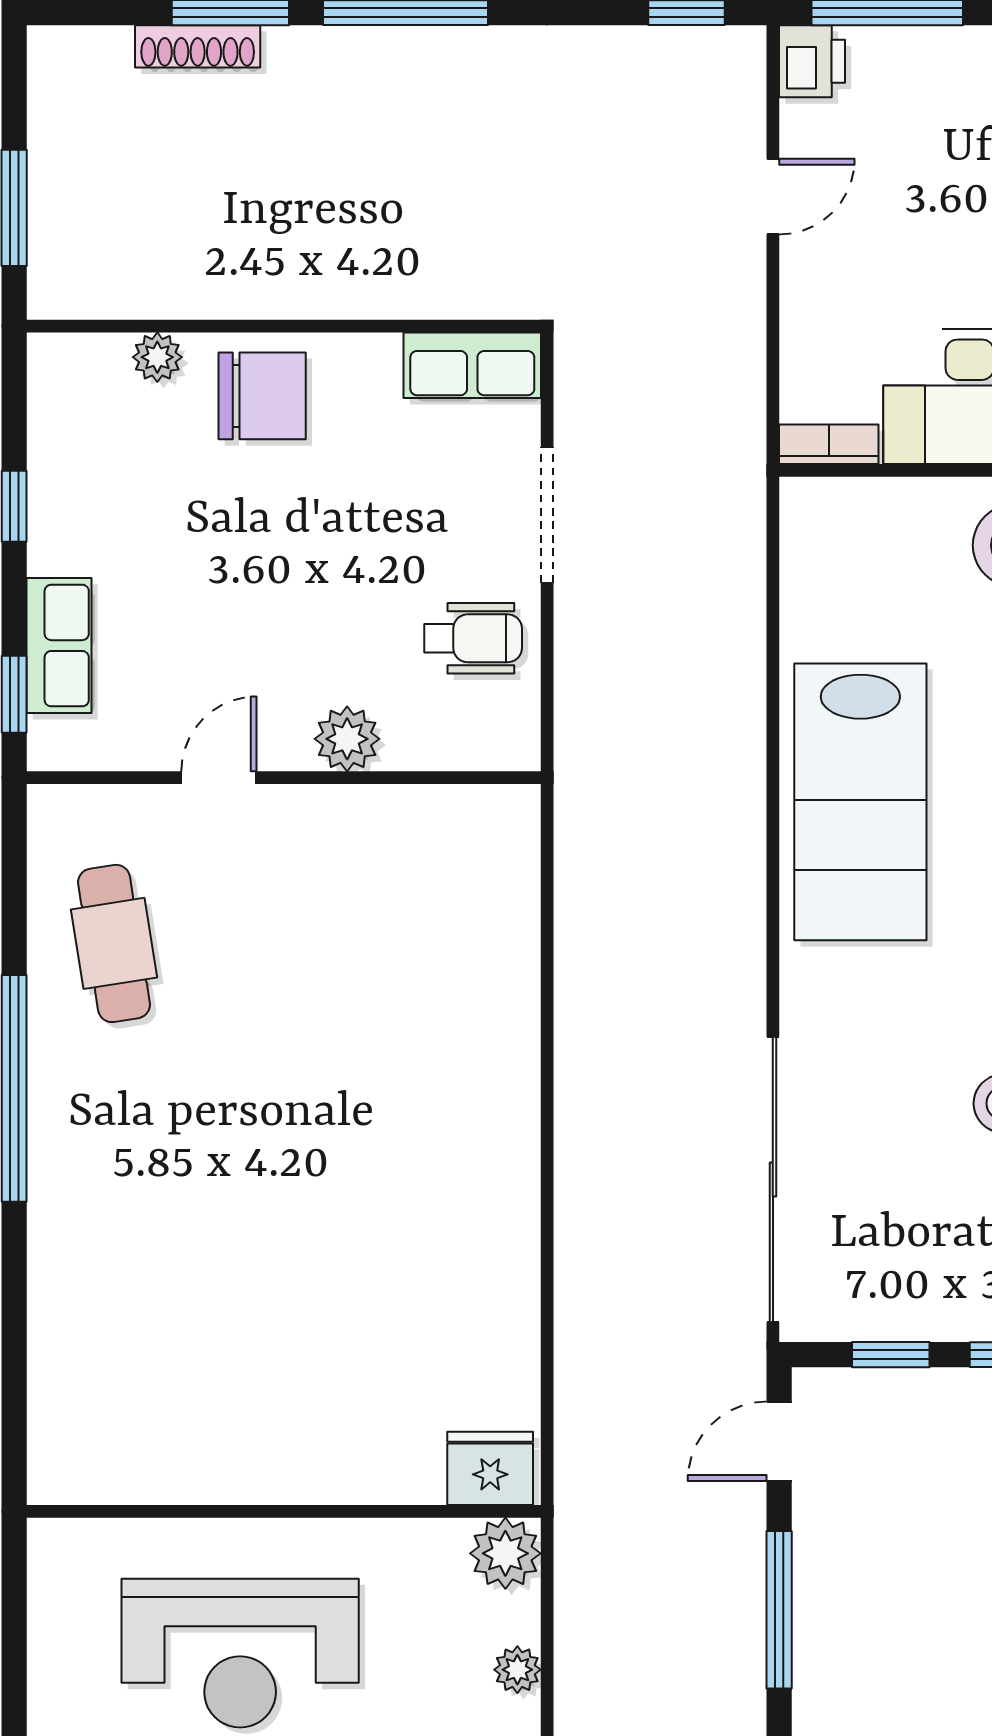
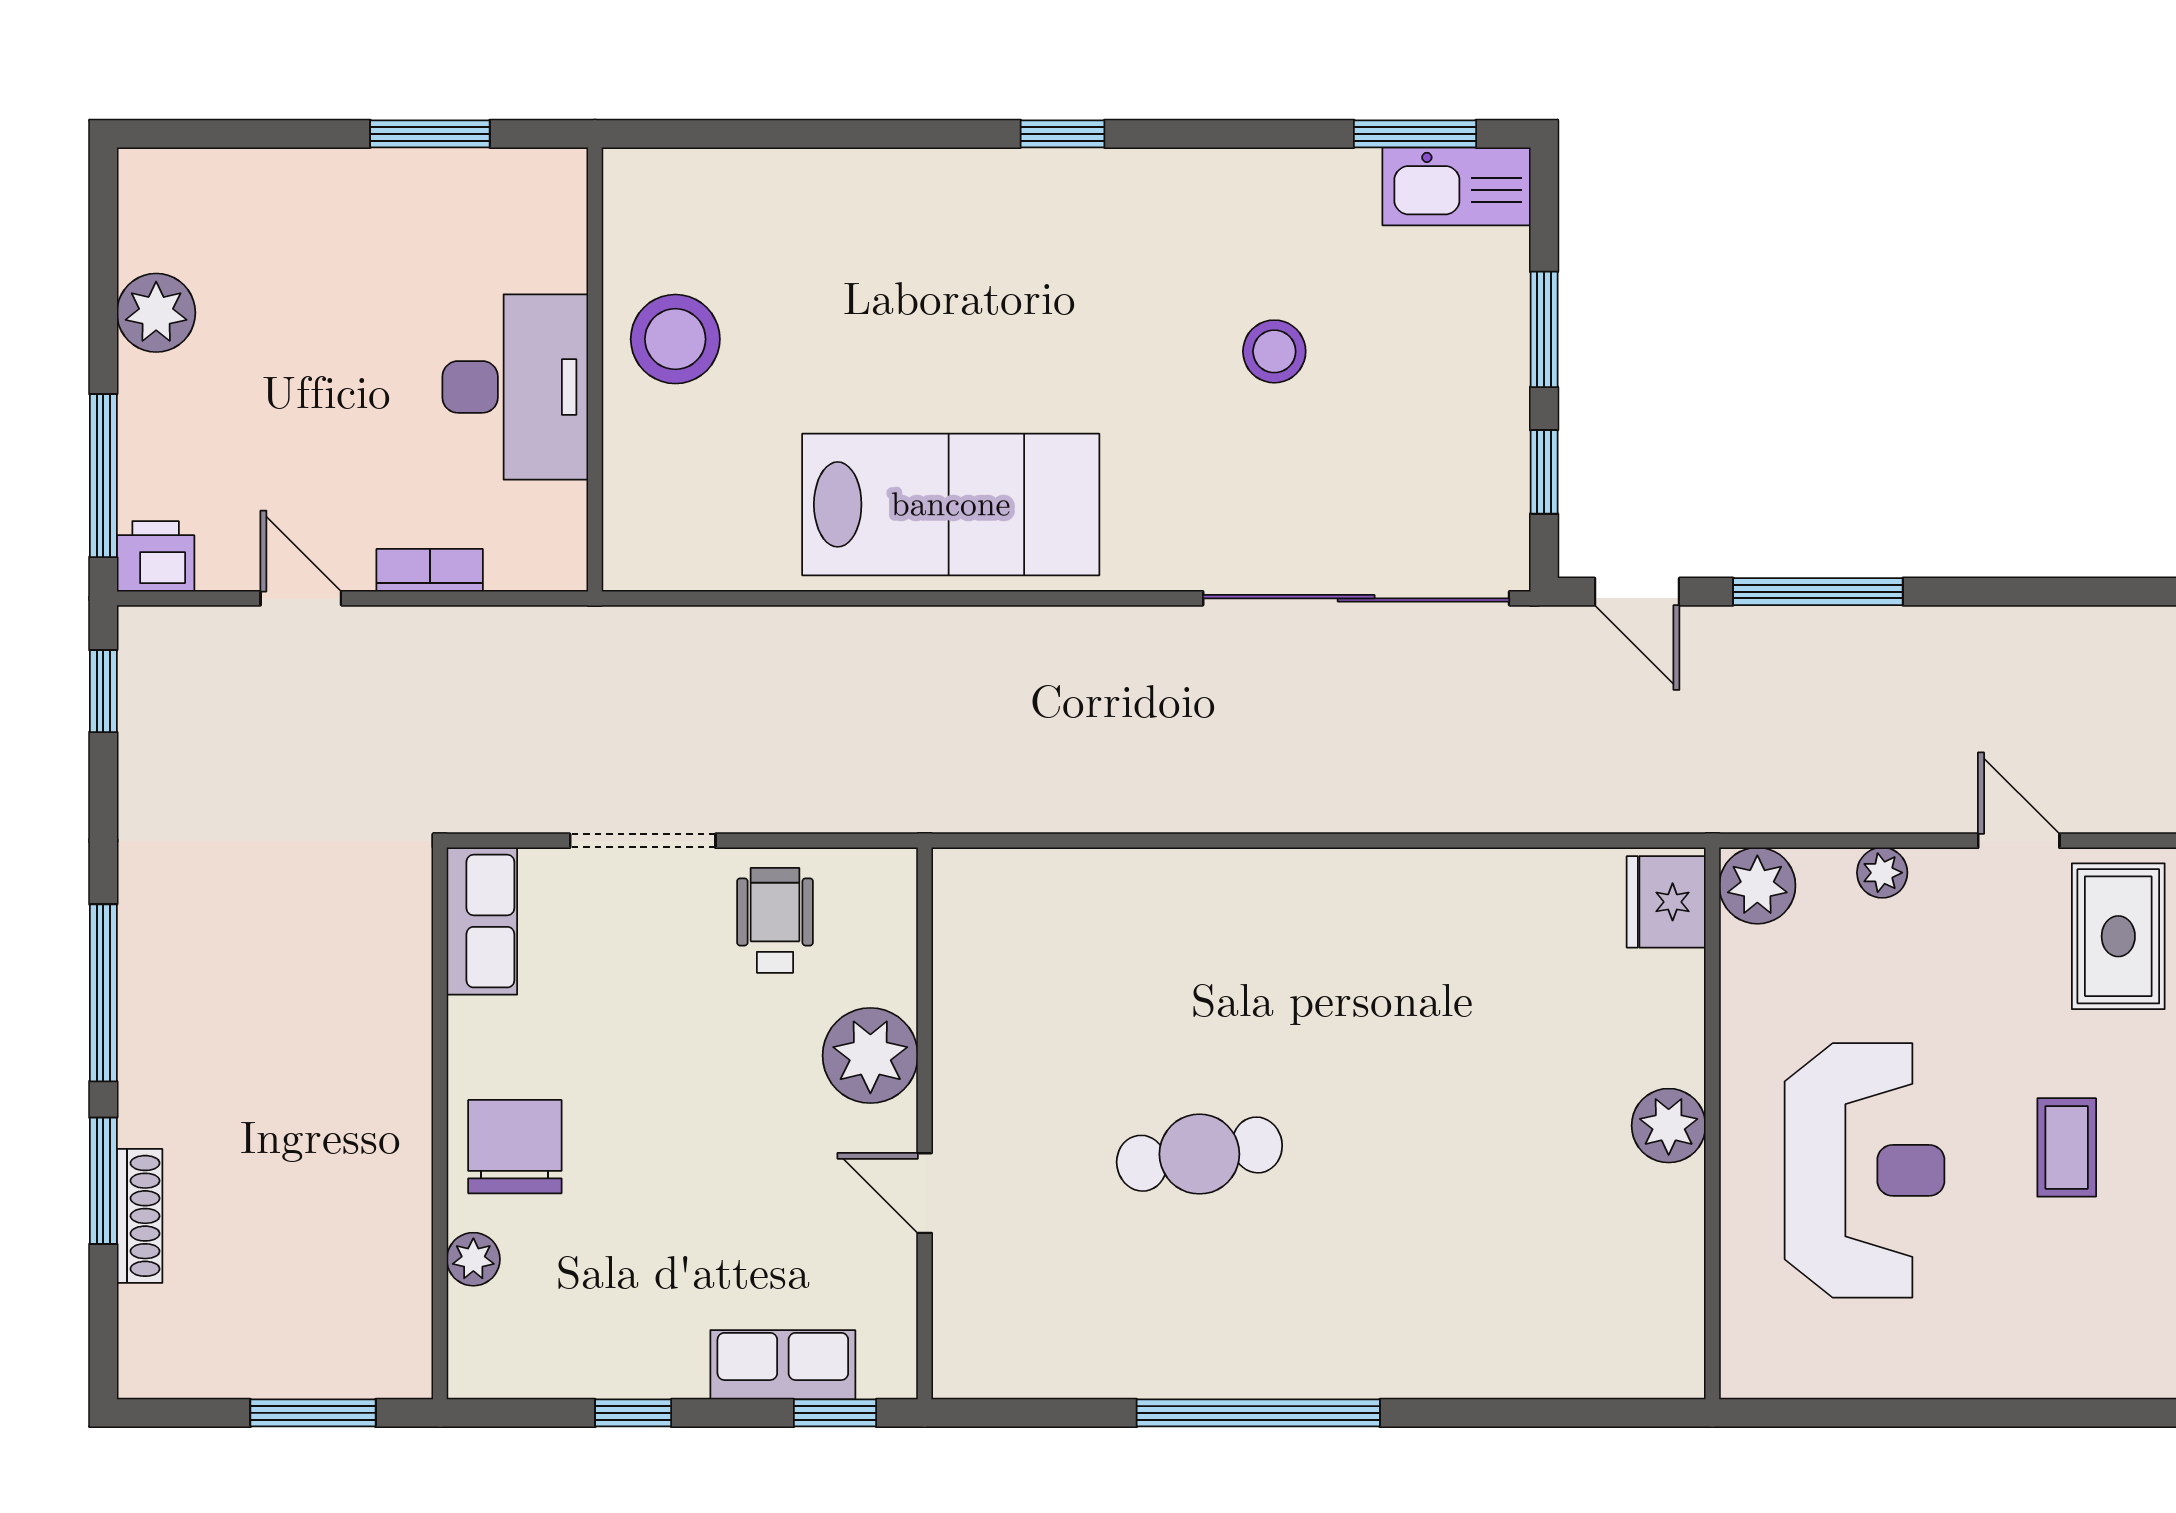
bookcase: (829, 444) -> (430, 570), moved, turned 90
plant: (347, 739) -> (870, 1056), width x1.36, depth x1.36
cafe table: (114, 943) -> (1199, 1154), moved
plant: (282, 1471) -> (1669, 1126), added

